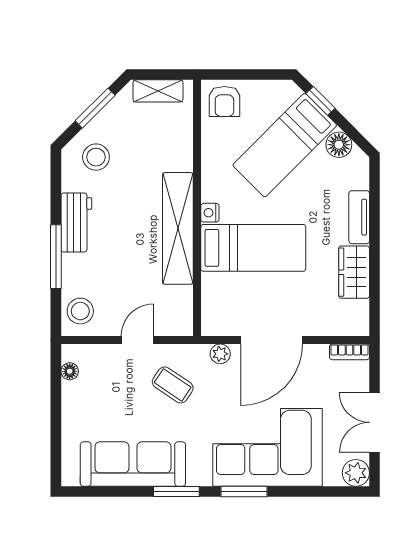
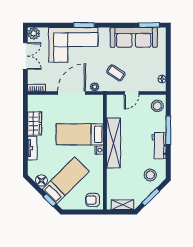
armchair: (224, 101) -> (93, 200), turned -90
window: (176, 492) -> (149, 25), moved

